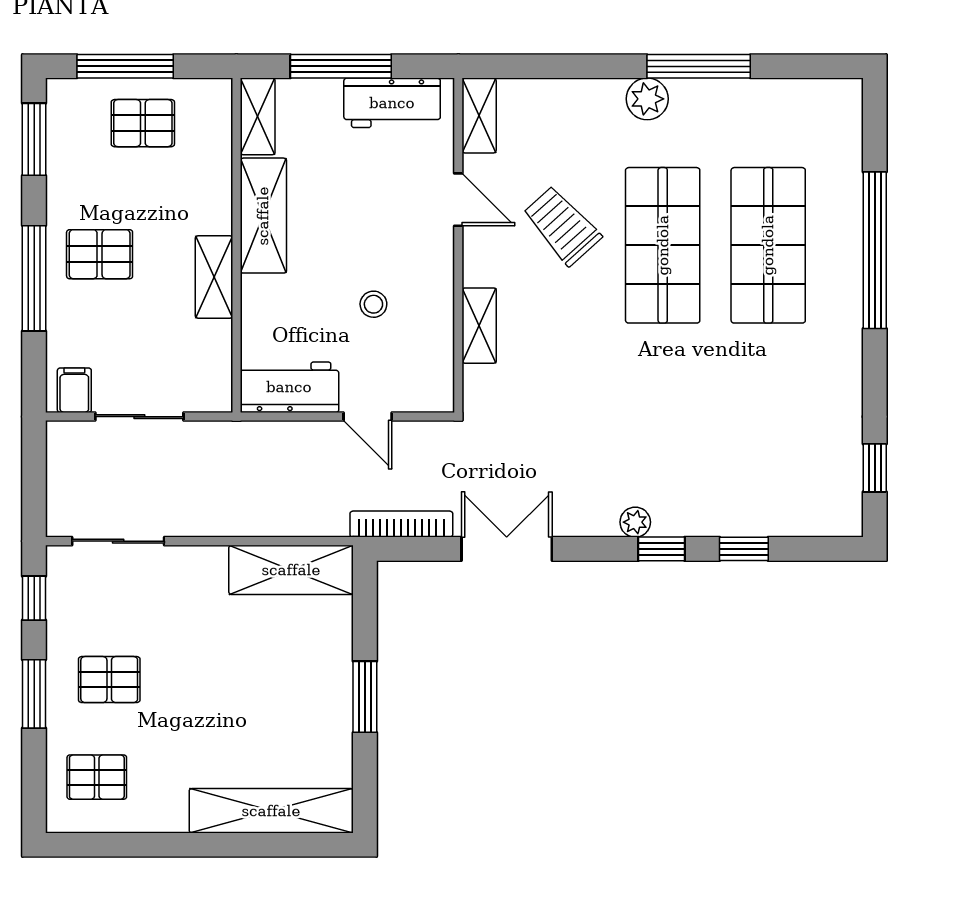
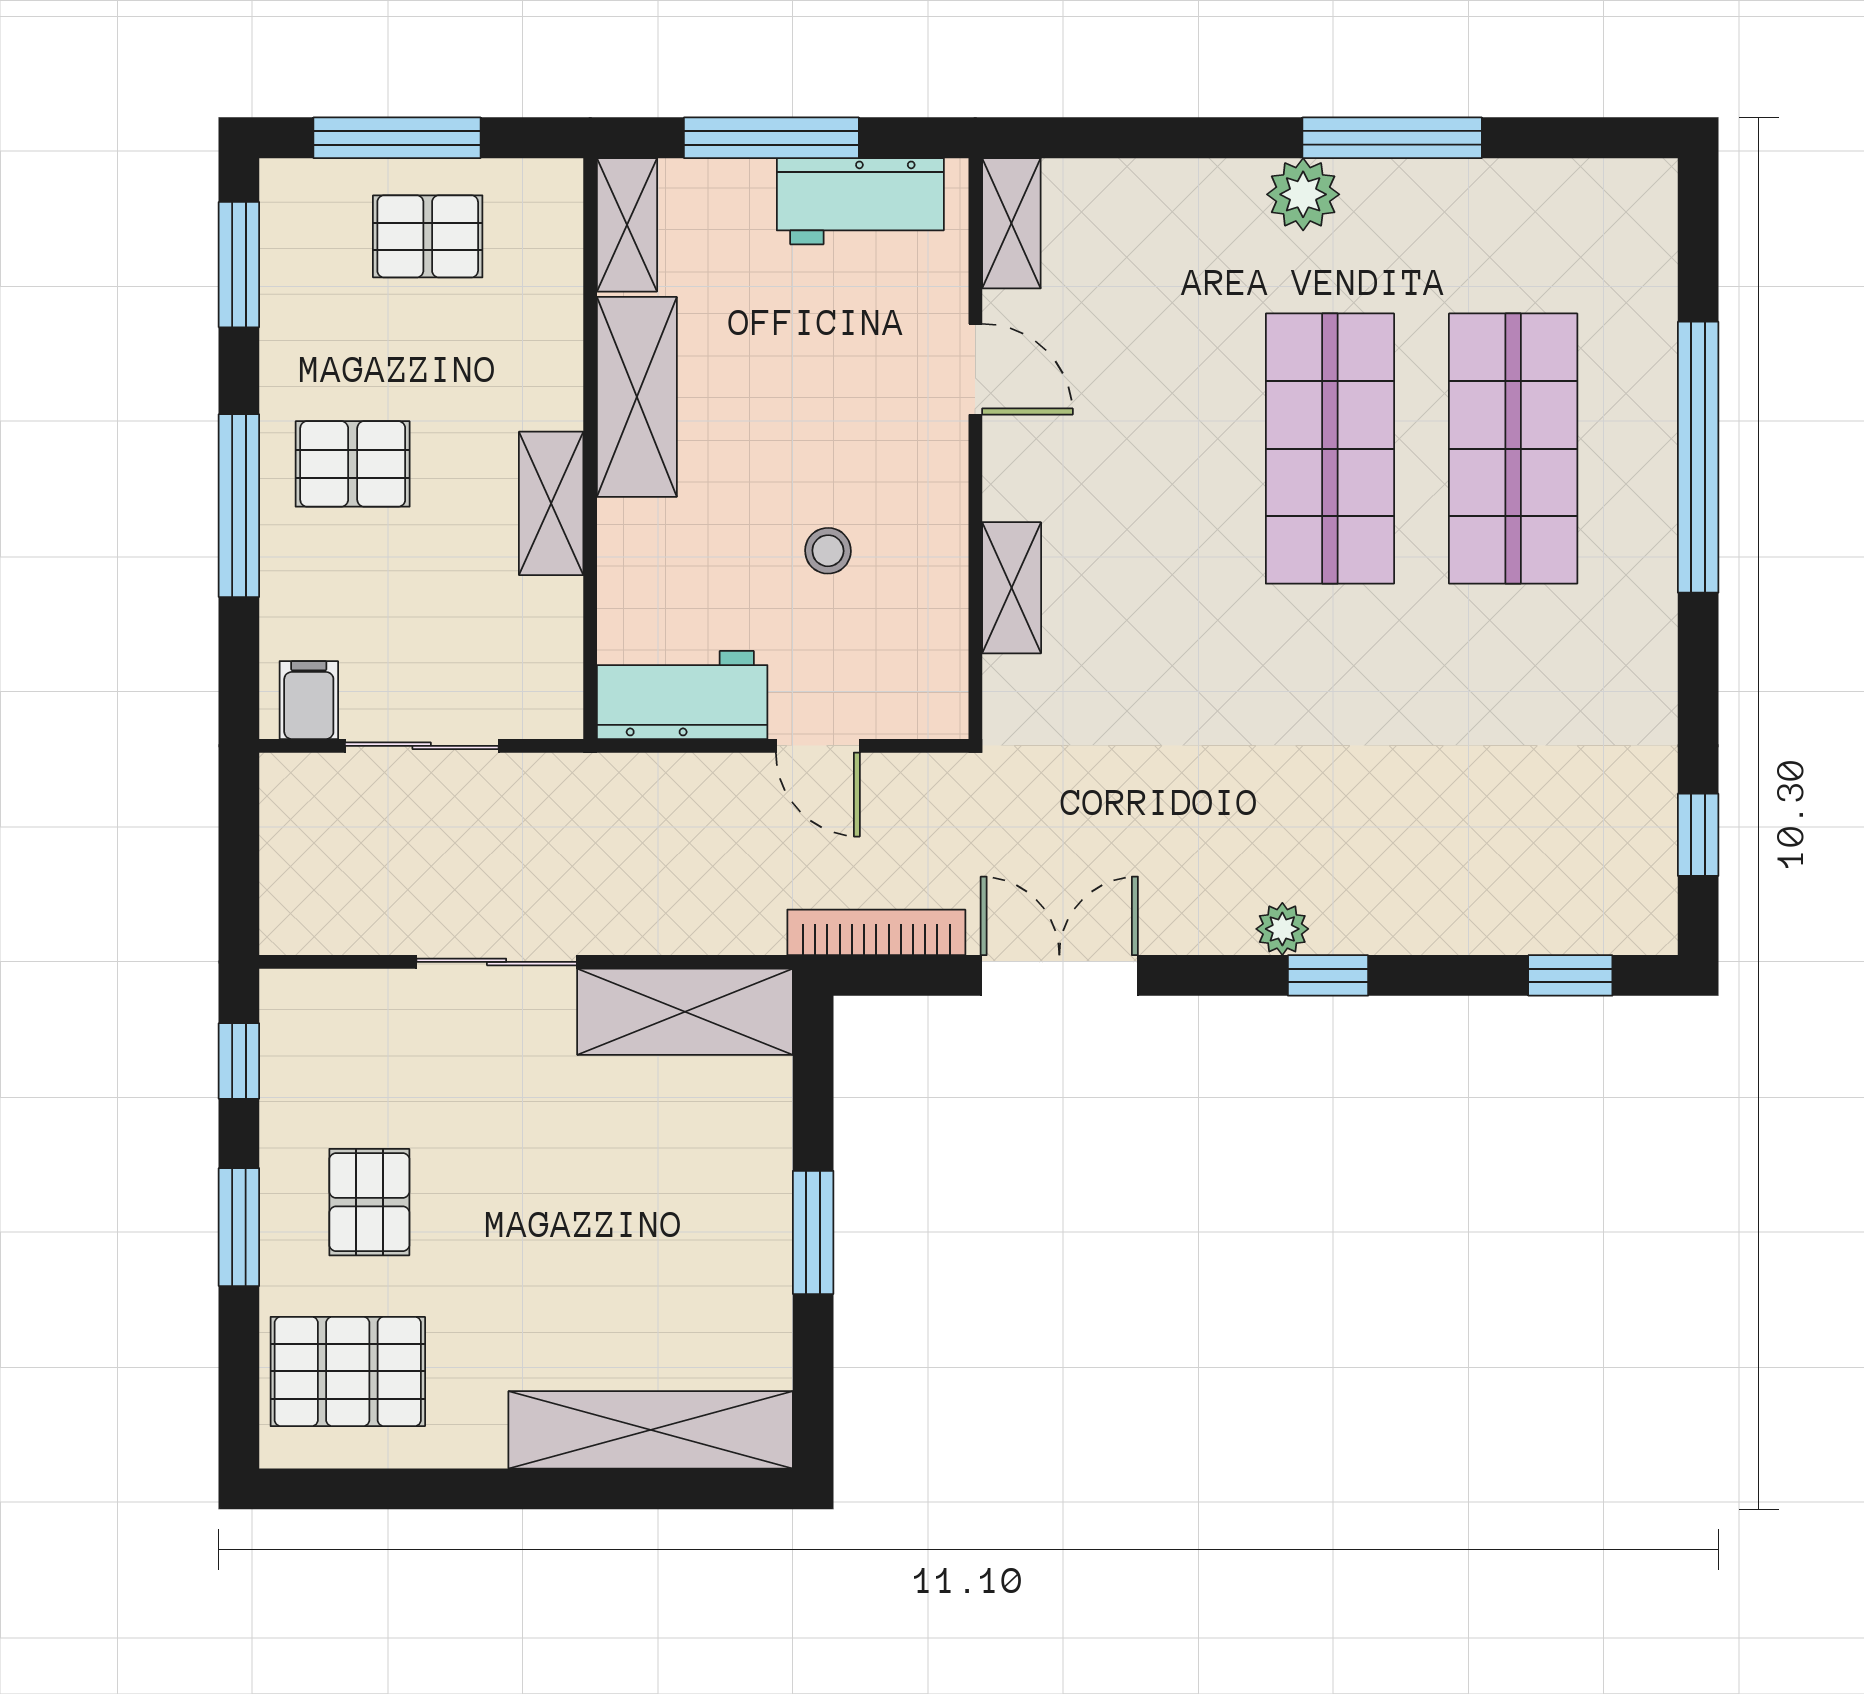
trolley: (562, 226) -> (1155, 414), removed
sliding door: (118, 541) -> (497, 962), moved
window: (744, 549) -> (1570, 975), moved
pallet: (109, 680) -> (369, 1202), turned 90
pallet: (97, 777) -> (348, 1371), width x1.50, depth x1.42

